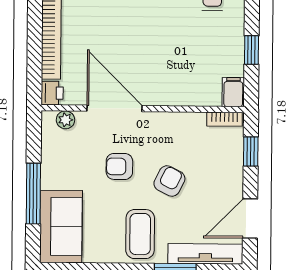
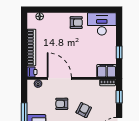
filing cabinet: (233, 92) -> (107, 71), width x2.00

